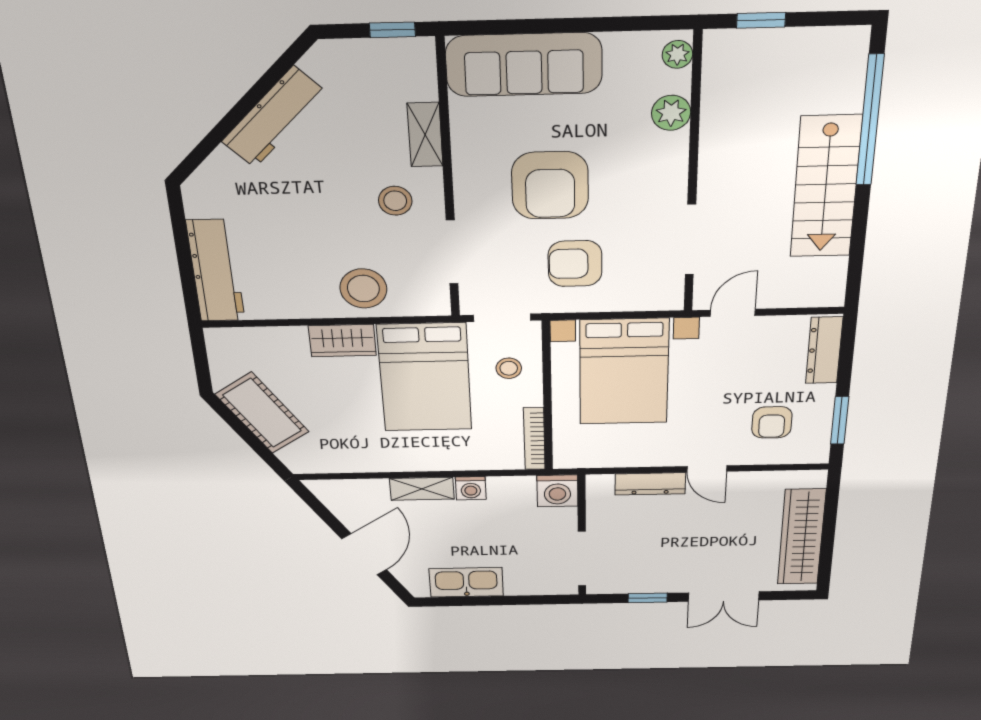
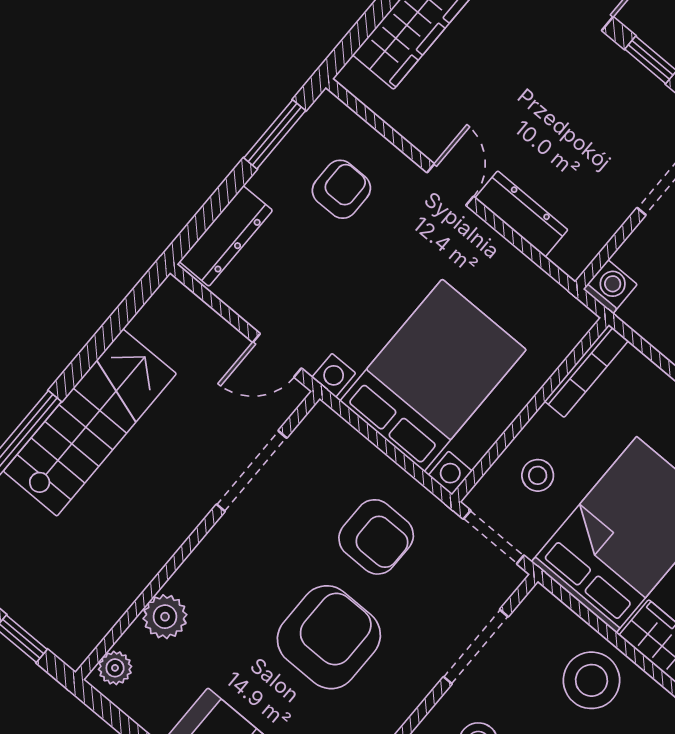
washing machine: (557, 491) -> (610, 287), width x0.73, depth x0.73

